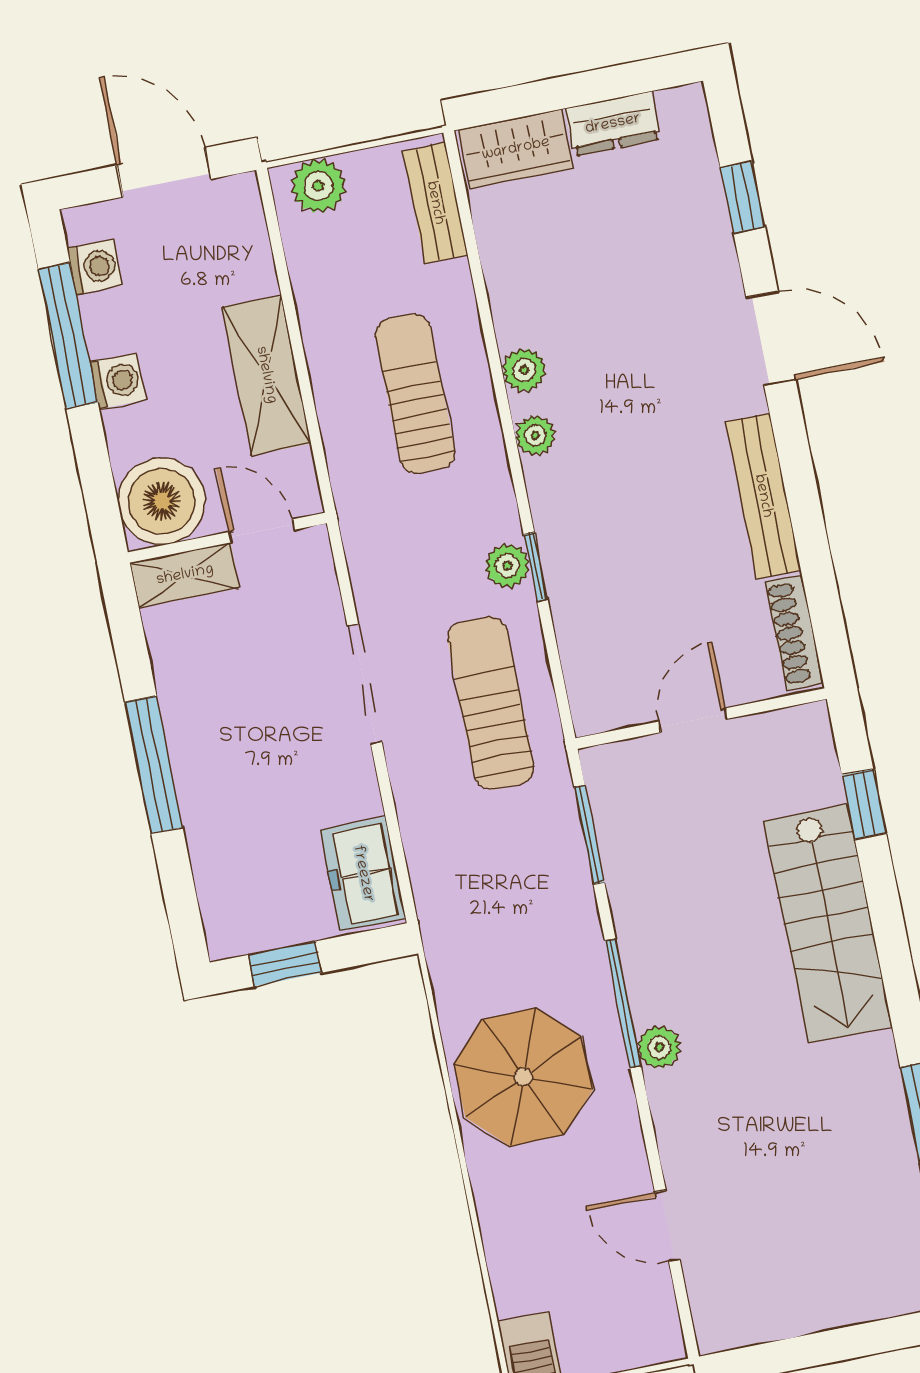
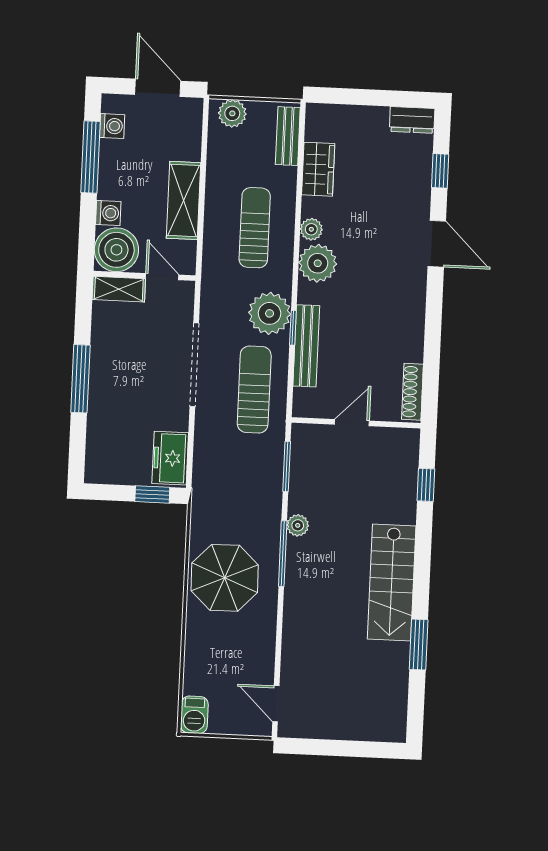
dresser: (613, 124) -> (412, 120), moved
wardrobe: (516, 149) -> (318, 169), moved, turned -90
washing machine: (118, 381) -> (108, 213), moved
plant: (535, 435) -> (318, 263), width x1.88, depth x1.88
bench: (763, 496) -> (306, 346), moved
plant: (507, 566) -> (270, 313), width x1.88, depth x1.88
doorway: (365, 684) -> (194, 365), width x1.36
stairs: (828, 924) -> (392, 582), moved
window: (285, 964) -> (152, 494), moved
plant: (659, 1047) -> (298, 525), moved
door: (667, 1226) -> (276, 704), moved

